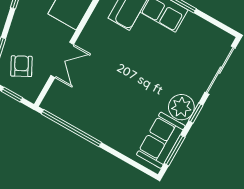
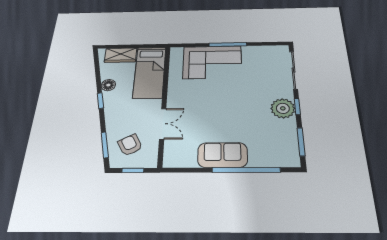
window: (71, 128) -> (246, 170), moved
sofa: (161, 140) -> (222, 155), moved, turned 90

